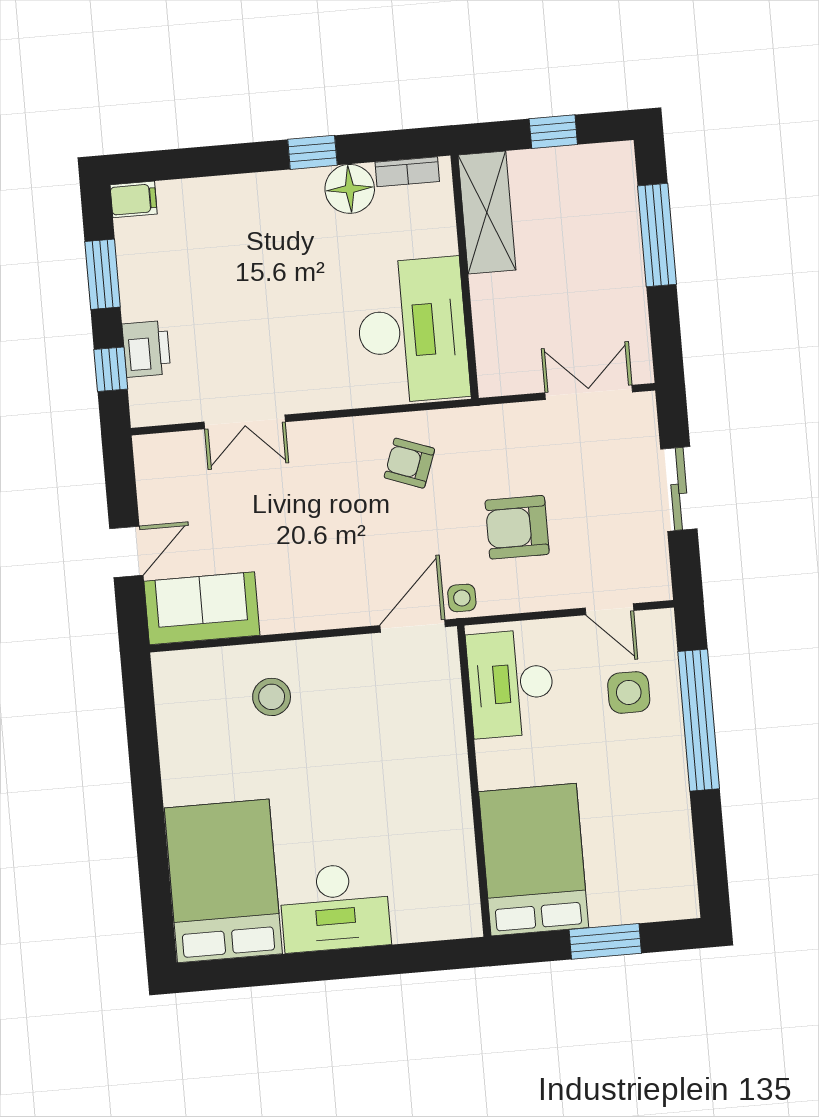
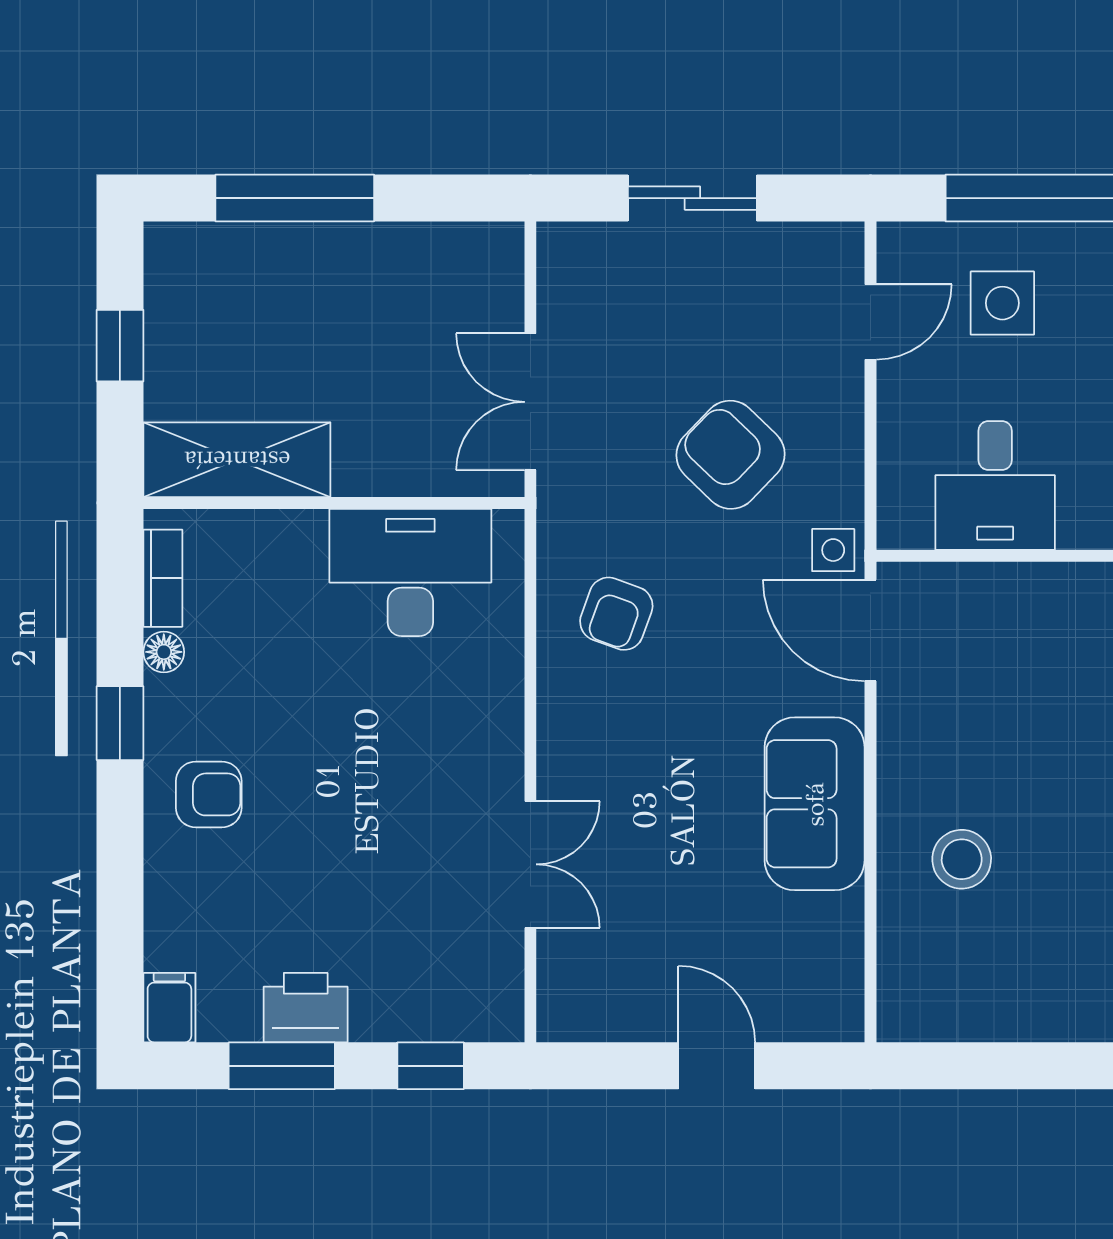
floor lamp: (350, 189) -> (164, 652), width x0.53, depth x0.53
armchair: (272, 213) -> (209, 794), added
desk: (412, 330) -> (410, 572), width x0.73, depth x0.77
printer: (146, 349) -> (306, 1008), moved
double door: (589, 392) -> (530, 402), moved
armchair: (517, 527) -> (731, 455), turned 134
sofa: (202, 608) -> (815, 804), moved
desk: (511, 684) -> (995, 485), width x0.73

